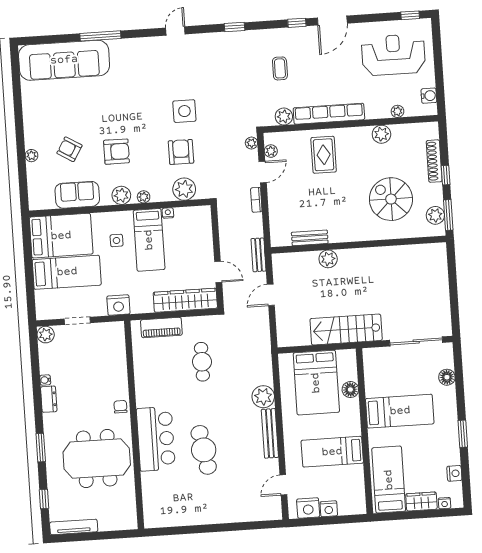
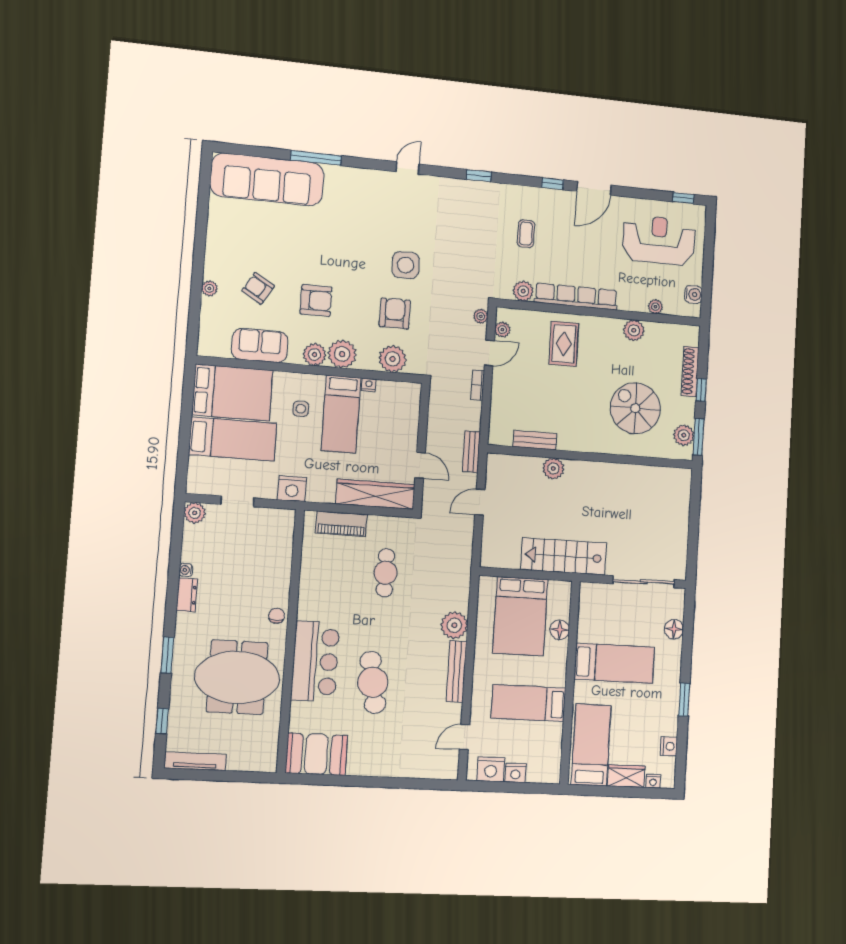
plant: (144, 197) -> (342, 354), width x1.87, depth x1.87
booth: (167, 511) -> (316, 754), added

